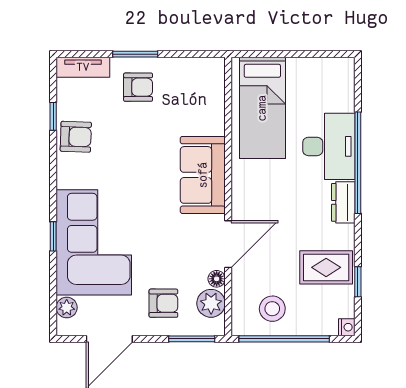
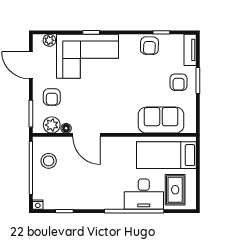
sofa: (203, 175) -> (161, 120), moved
dresser: (343, 202) -> (111, 203), removed
rug: (326, 267) -> (175, 190), moved

